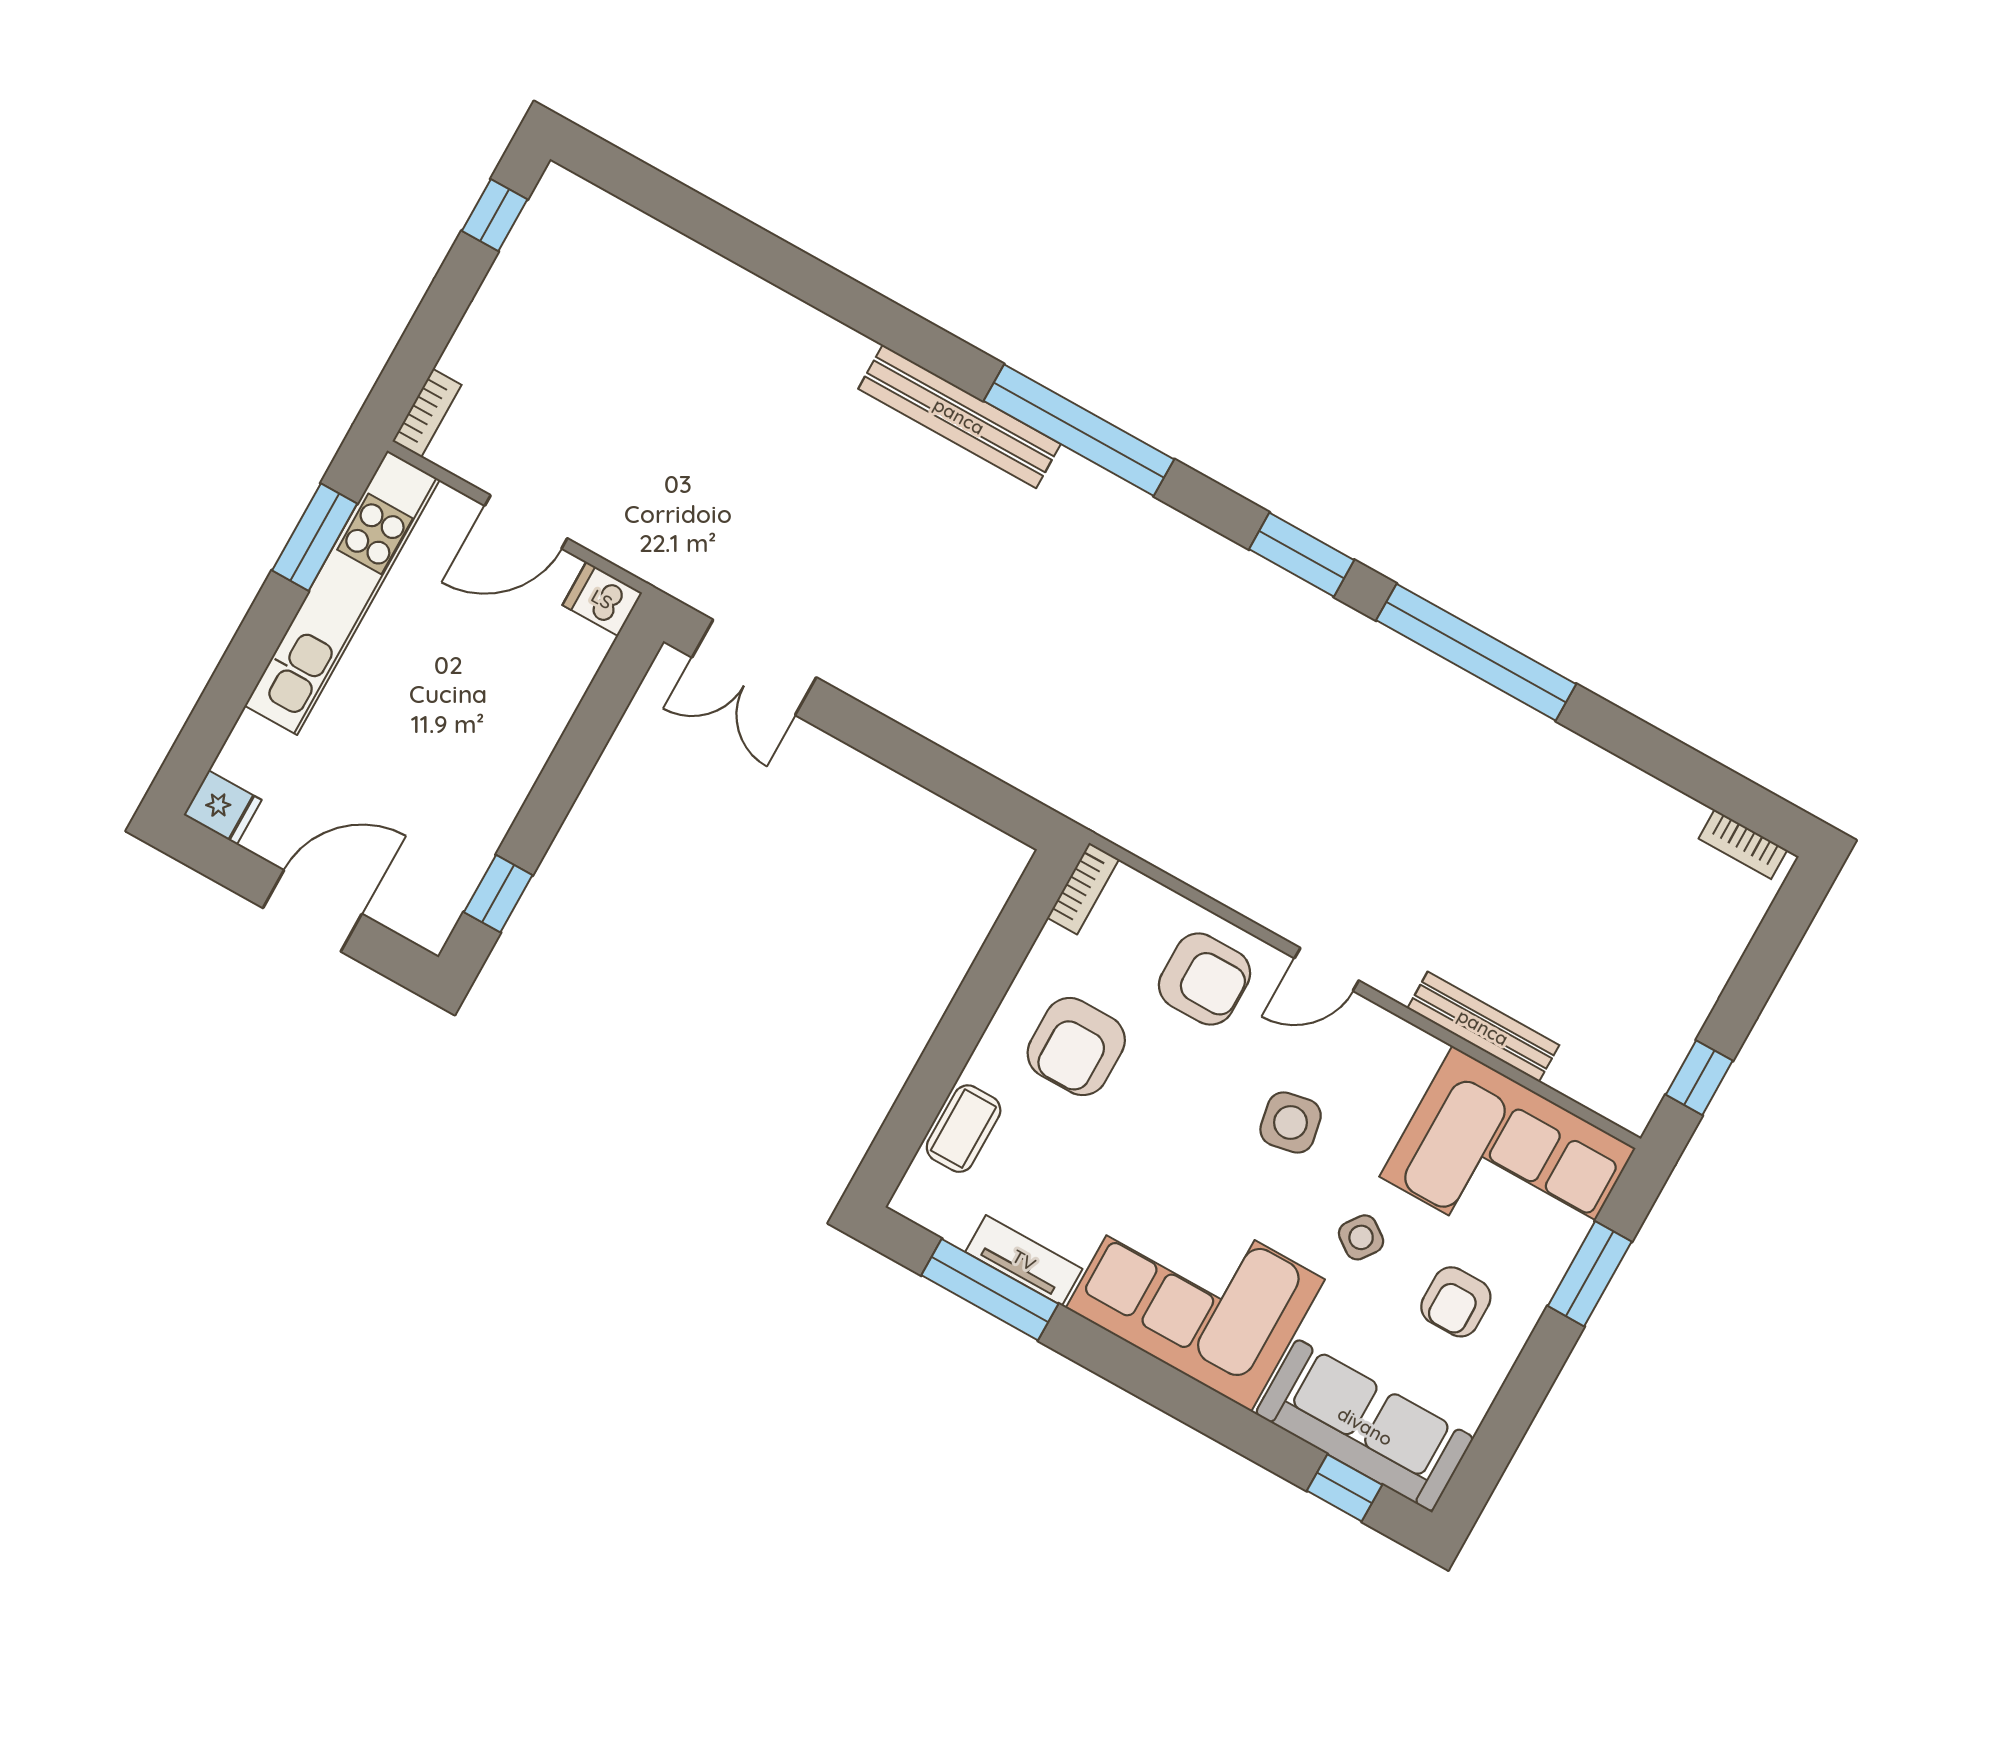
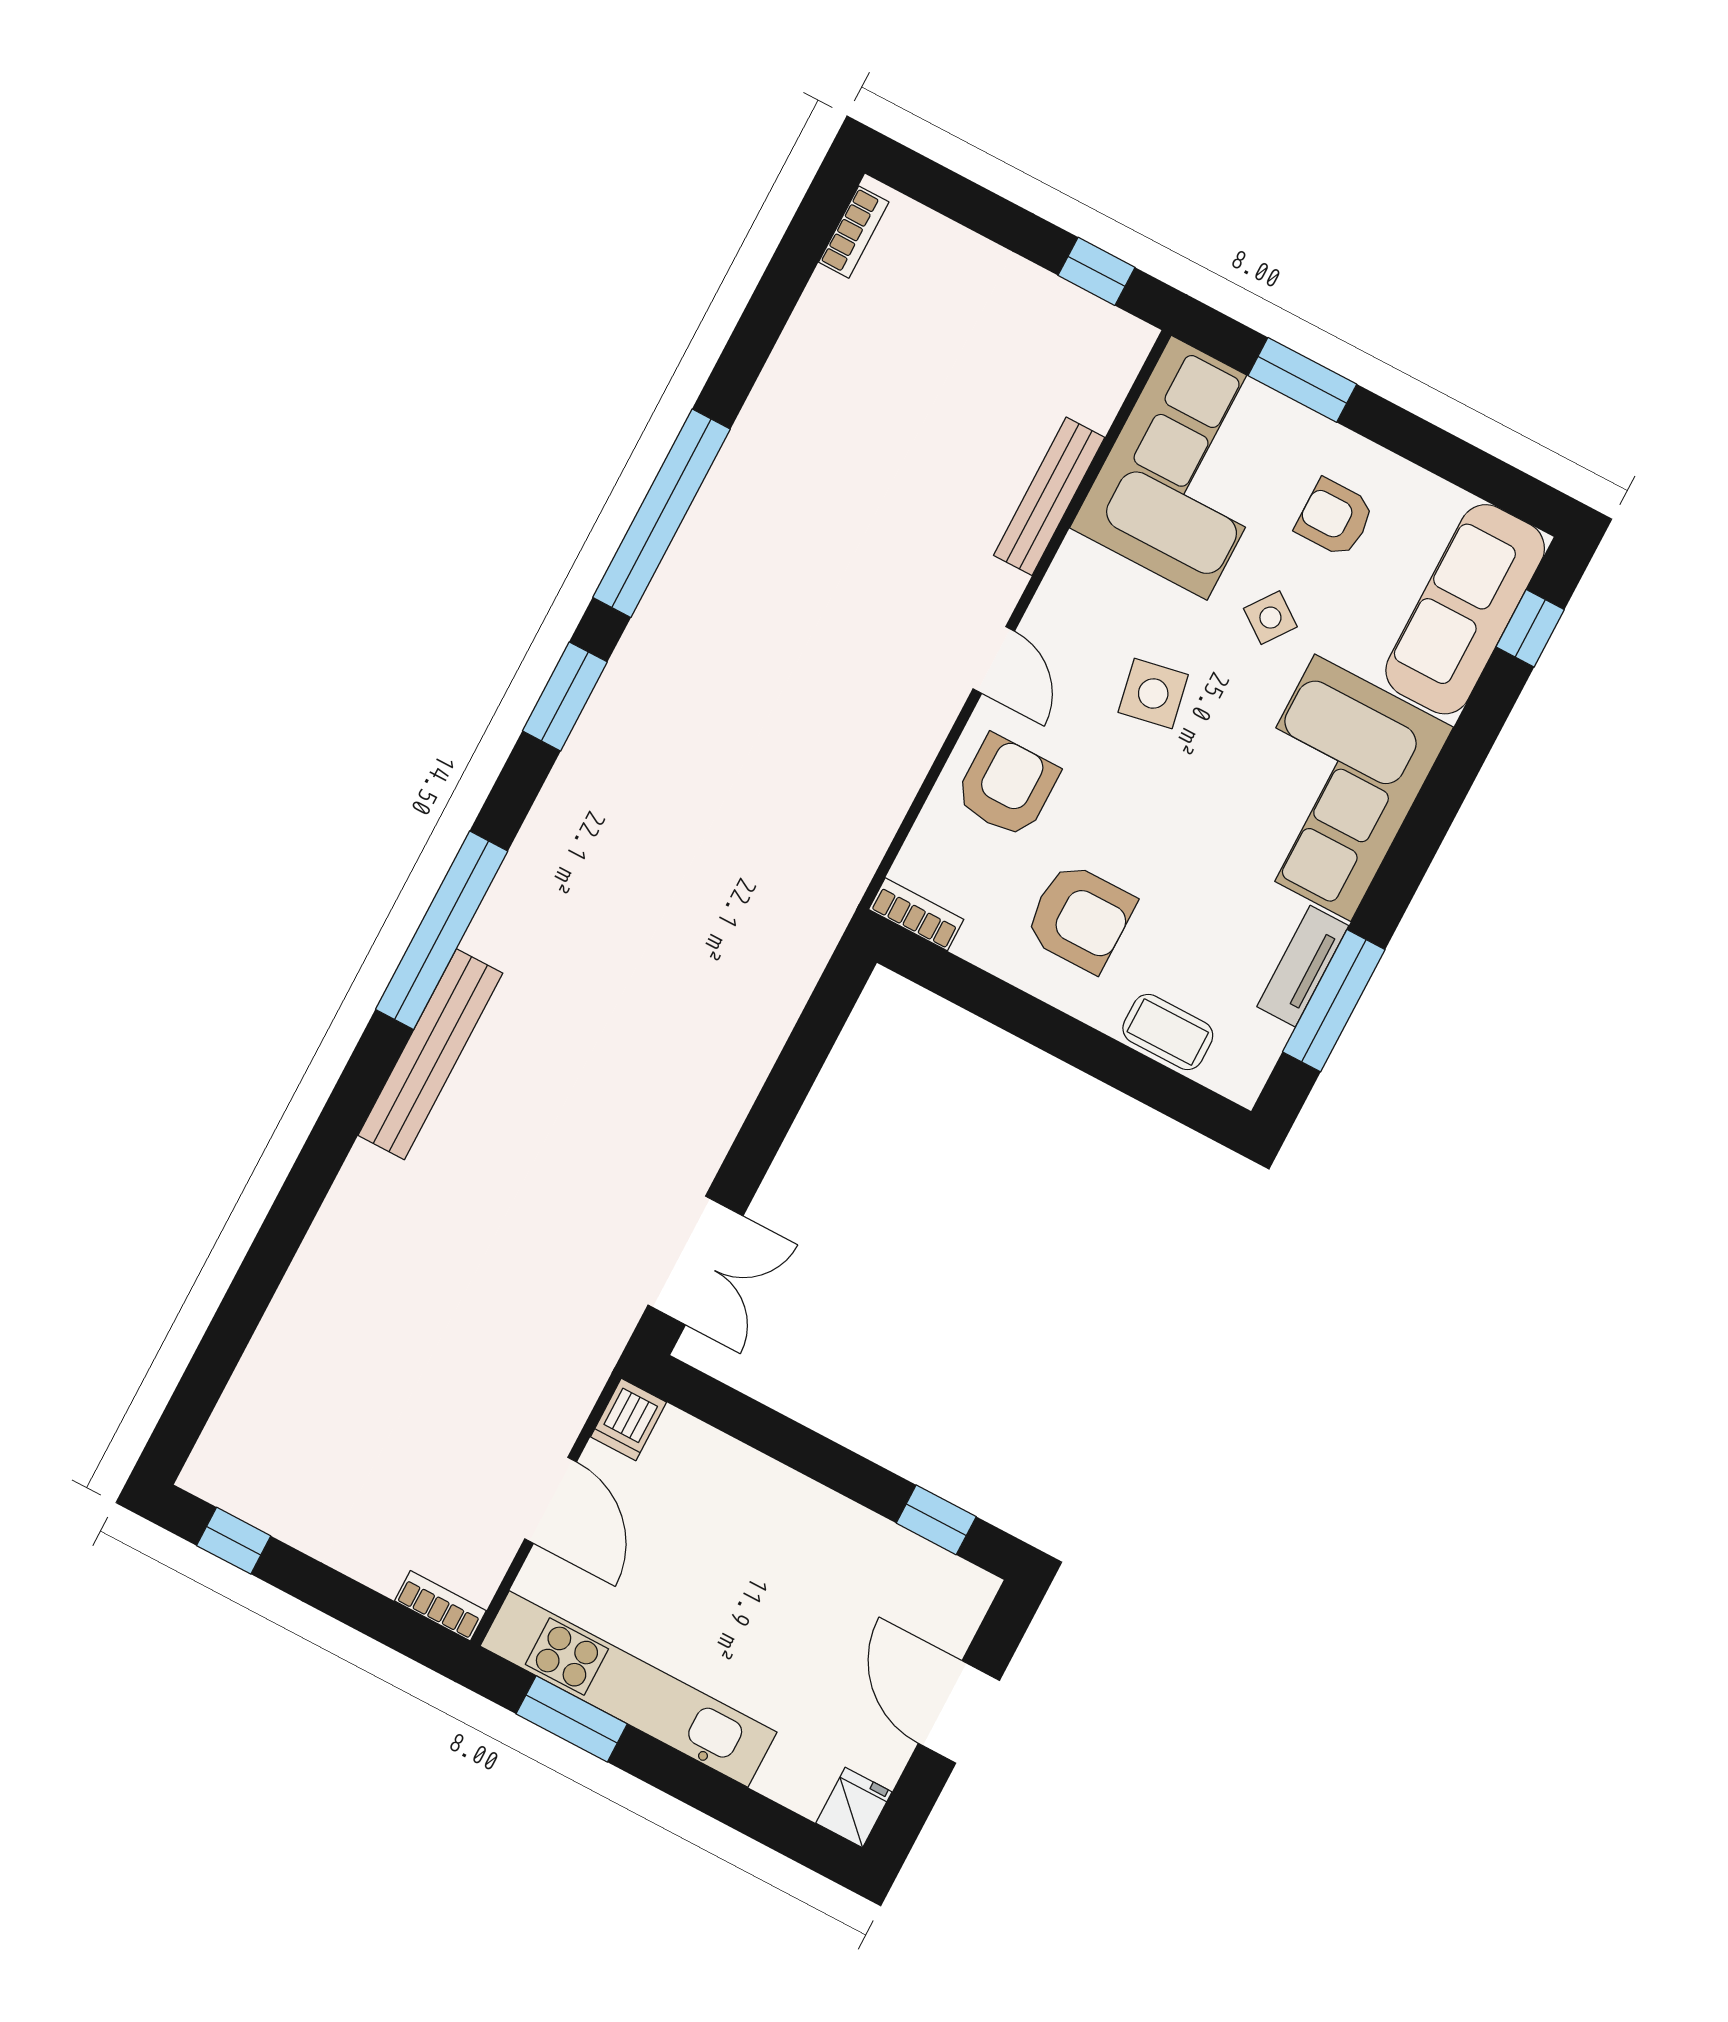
armchair: (1456, 1302) -> (1335, 518), turned 180

